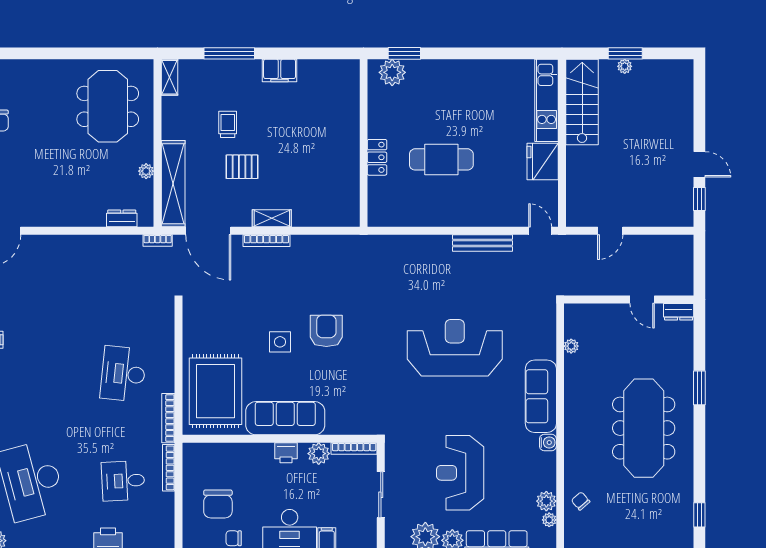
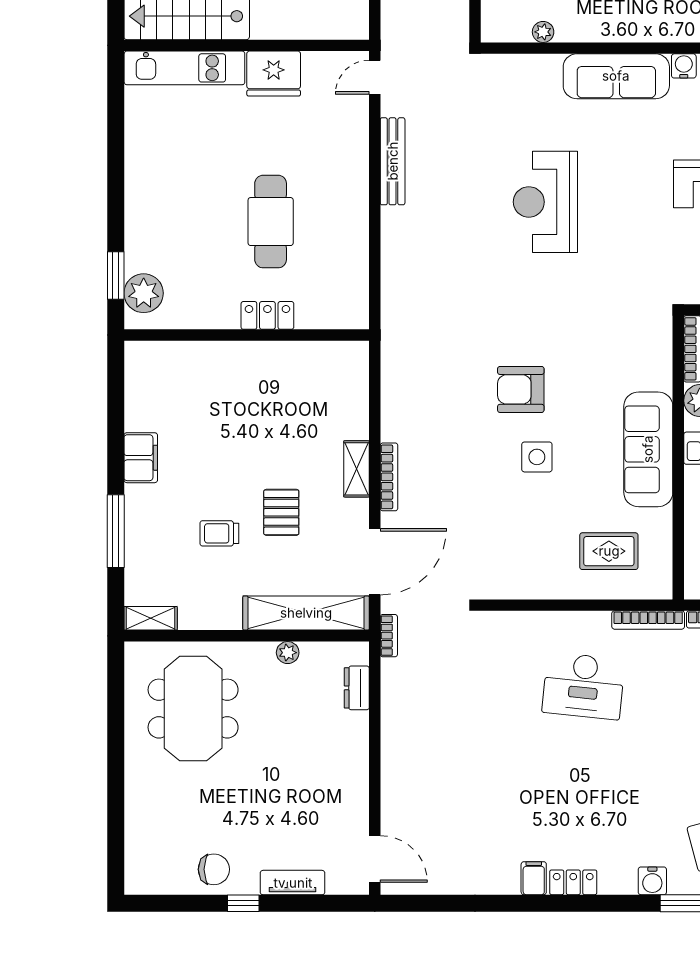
meeting table: (108, 106) -> (193, 709), turned 90
reception desk: (455, 348) -> (545, 202), width x0.74, depth x0.77
rug: (215, 391) -> (609, 551), width x0.54, depth x0.49

